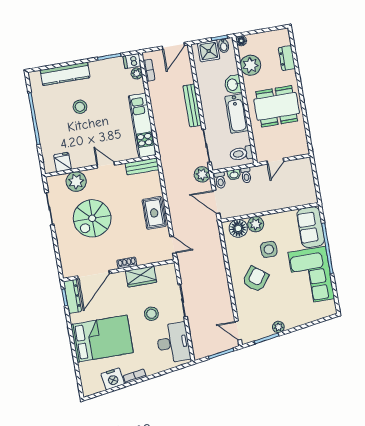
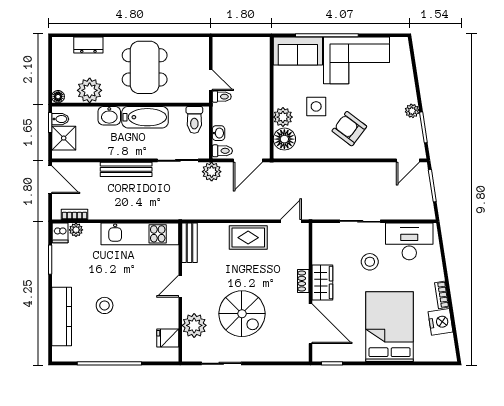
toilet: (246, 175) -> (222, 97), moved
wardrobe: (141, 276) -> (322, 282), moved
dresser: (72, 296) -> (332, 354), removed

